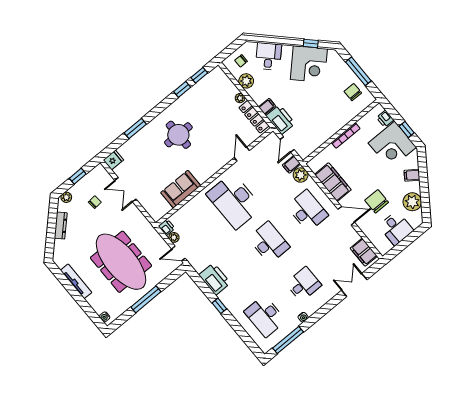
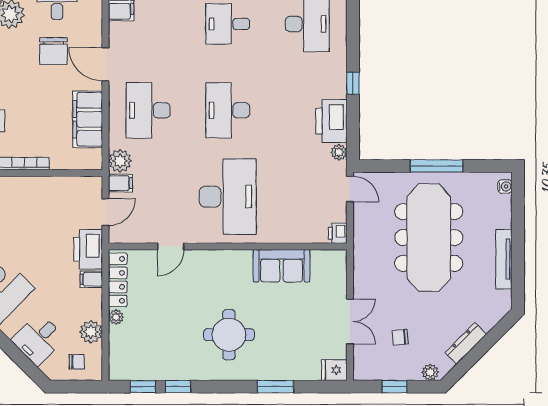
plant: (174, 237) -> (339, 152), moved

